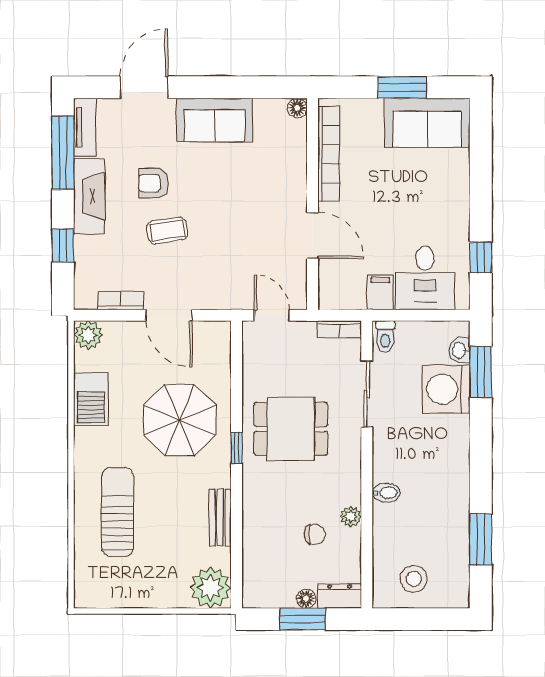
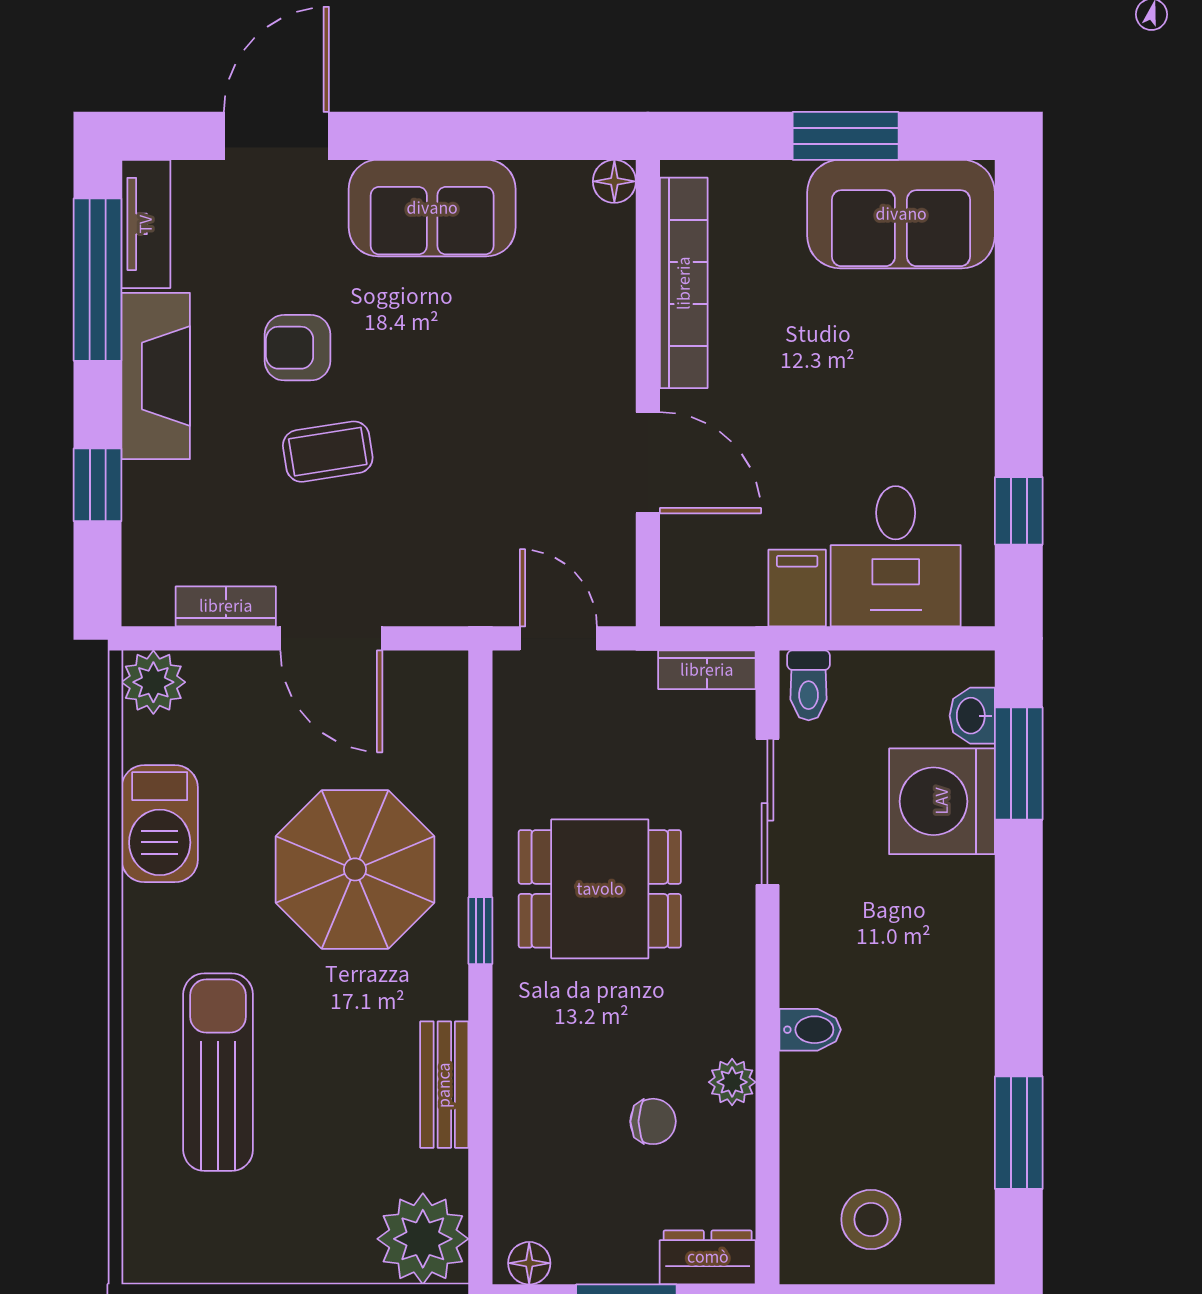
floor lamp: (306, 599) -> (529, 1263), moved

